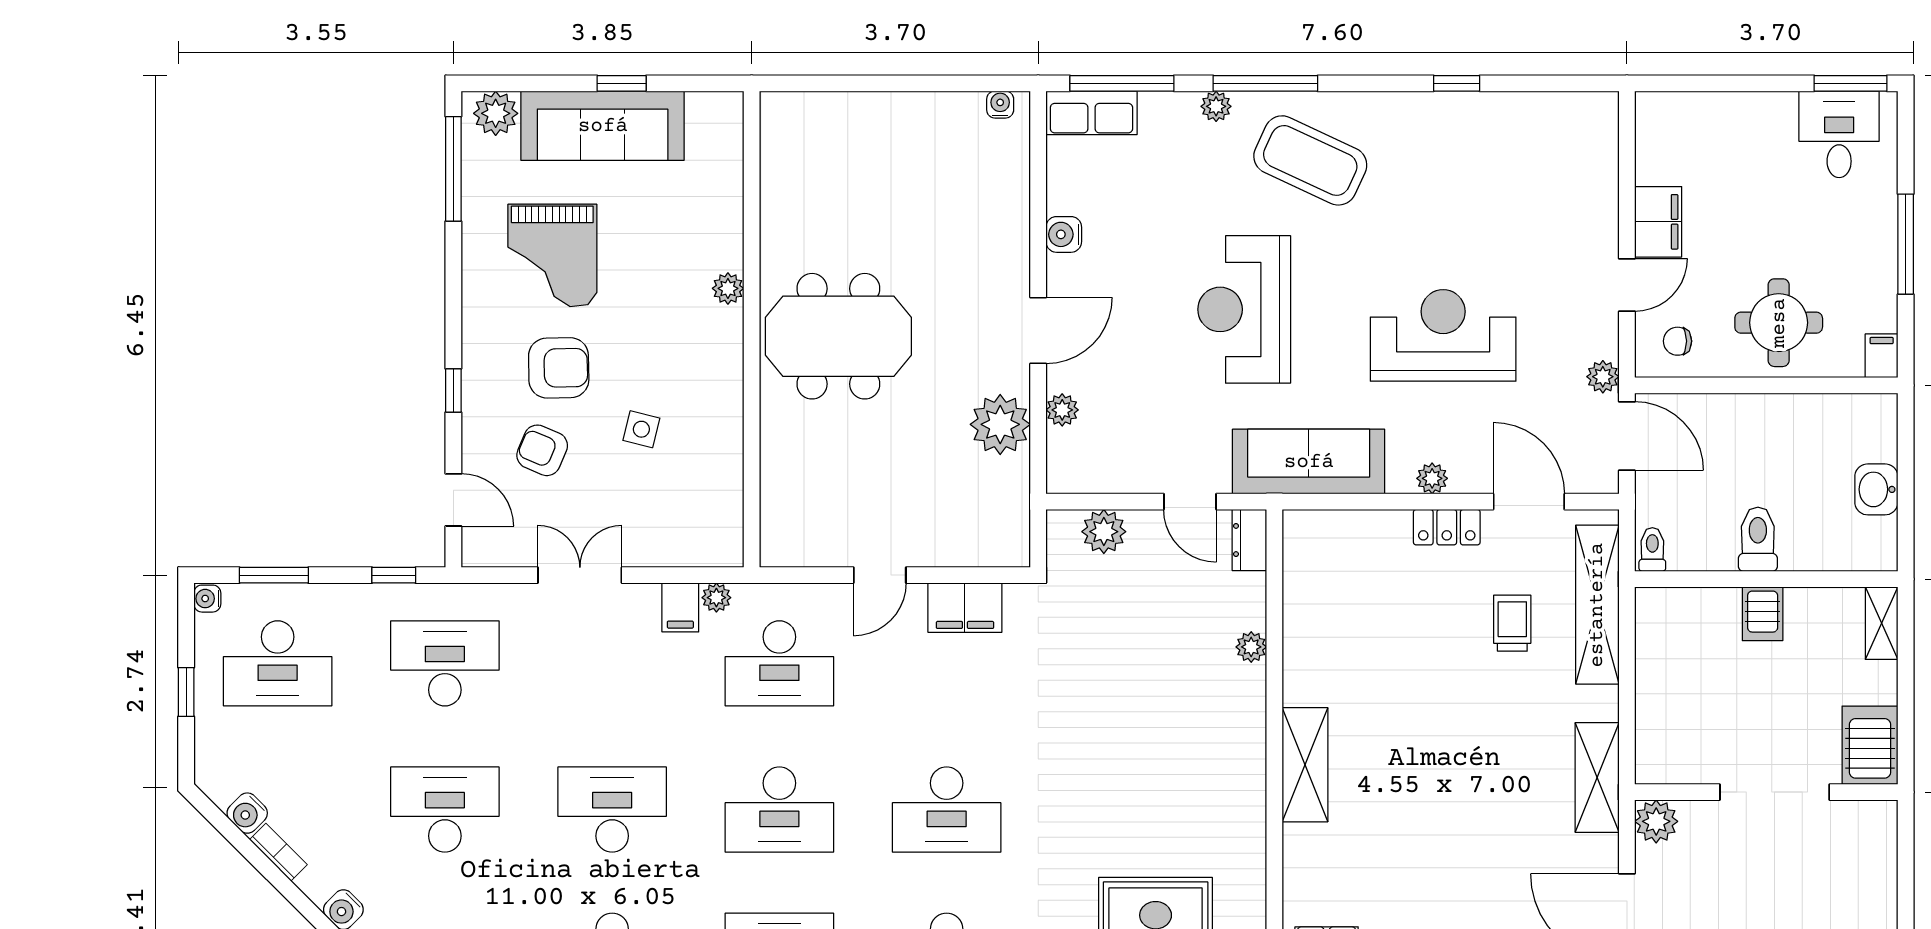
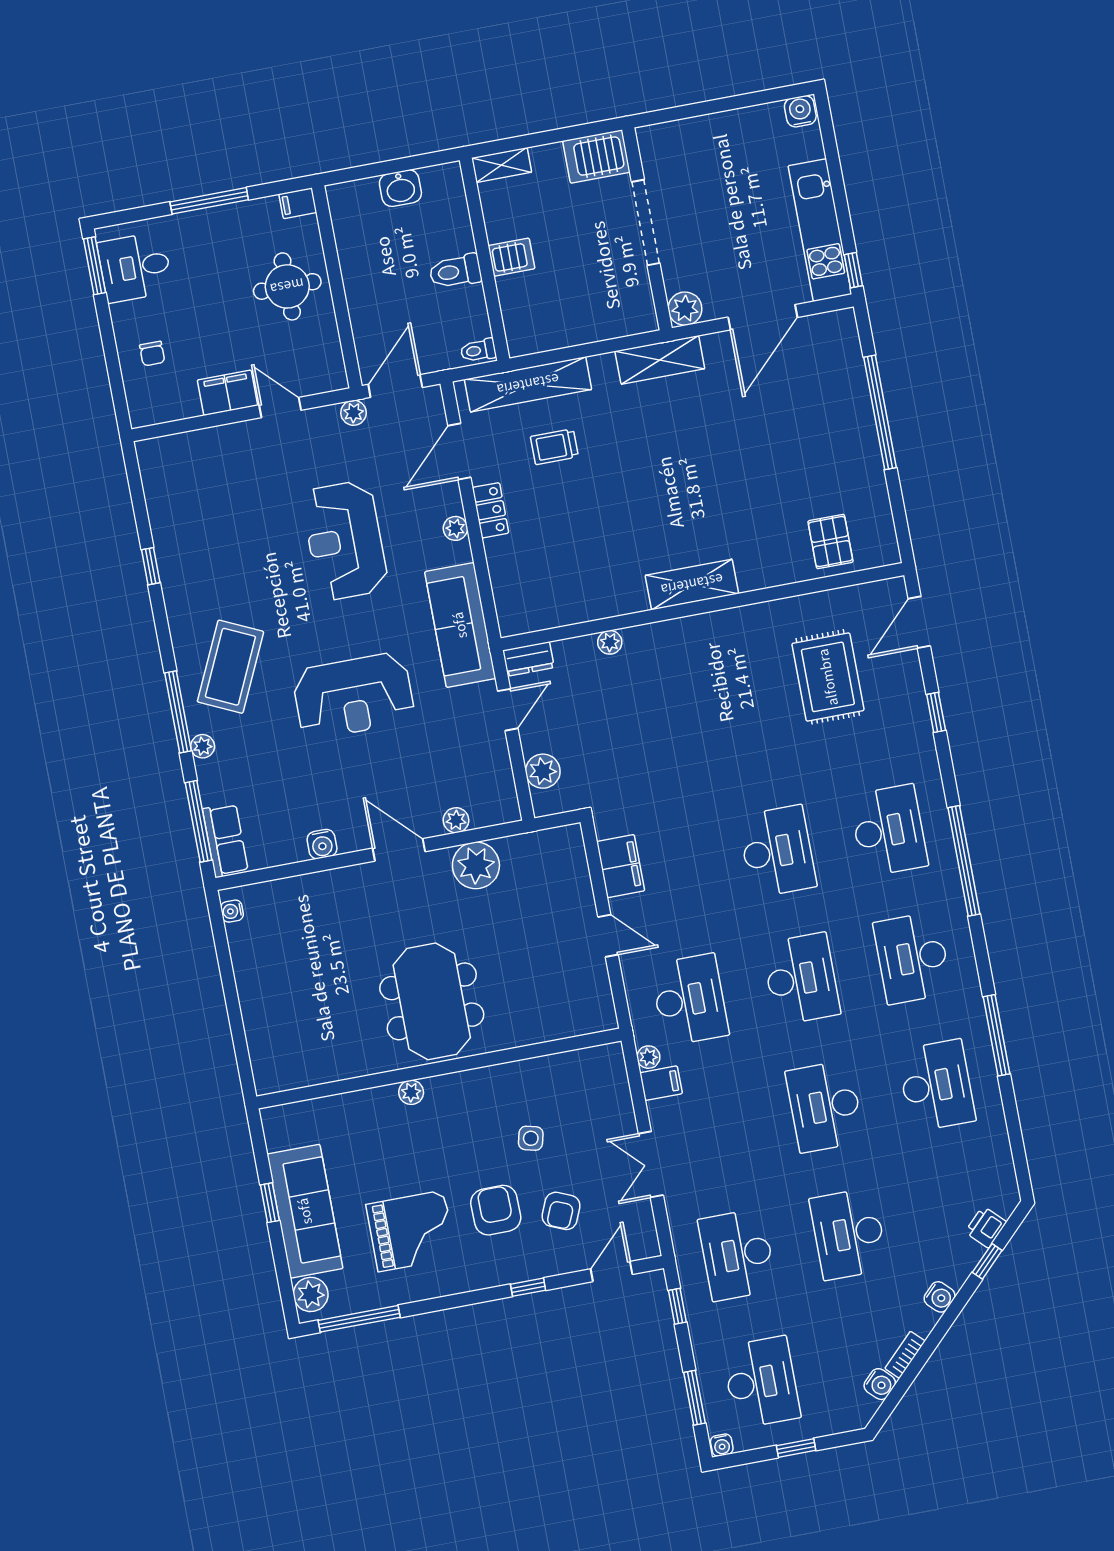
chair: (1678, 341) -> (152, 354), moved

